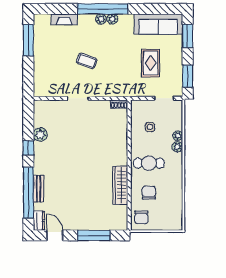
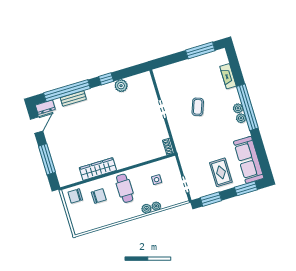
rug: (151, 63) -> (221, 172), moved, turned 90

